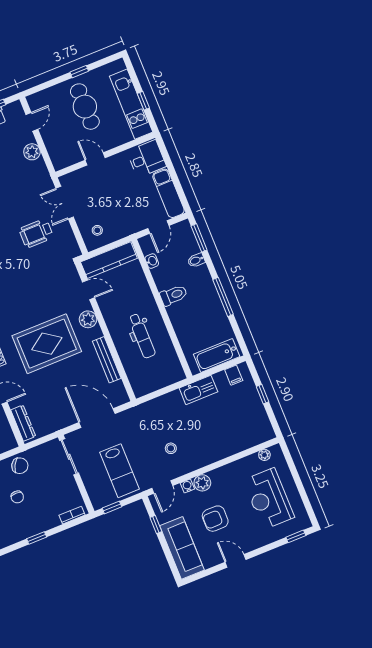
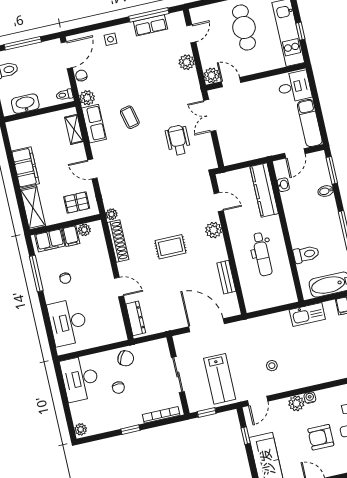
door: (95, 159) -> (231, 82), moved
plant: (60, 161) -> (212, 75), added
stool: (97, 230) -> (236, 147), removed
wheelchair: (36, 233) -> (178, 140), turned 90
kitchen counter: (109, 260) -> (264, 190), moved, turned 90
toilet: (174, 295) -> (306, 254), moved
rug: (47, 344) -> (171, 247), width x0.54, depth x0.49
bench: (107, 360) -> (226, 277), width x0.73
sliding door: (69, 457) -> (178, 375), moved
water cooler: (187, 486) -> (310, 398), moved
bookcase: (72, 515) -> (161, 415), width x1.56
armchair: (215, 519) -> (321, 437), moved

